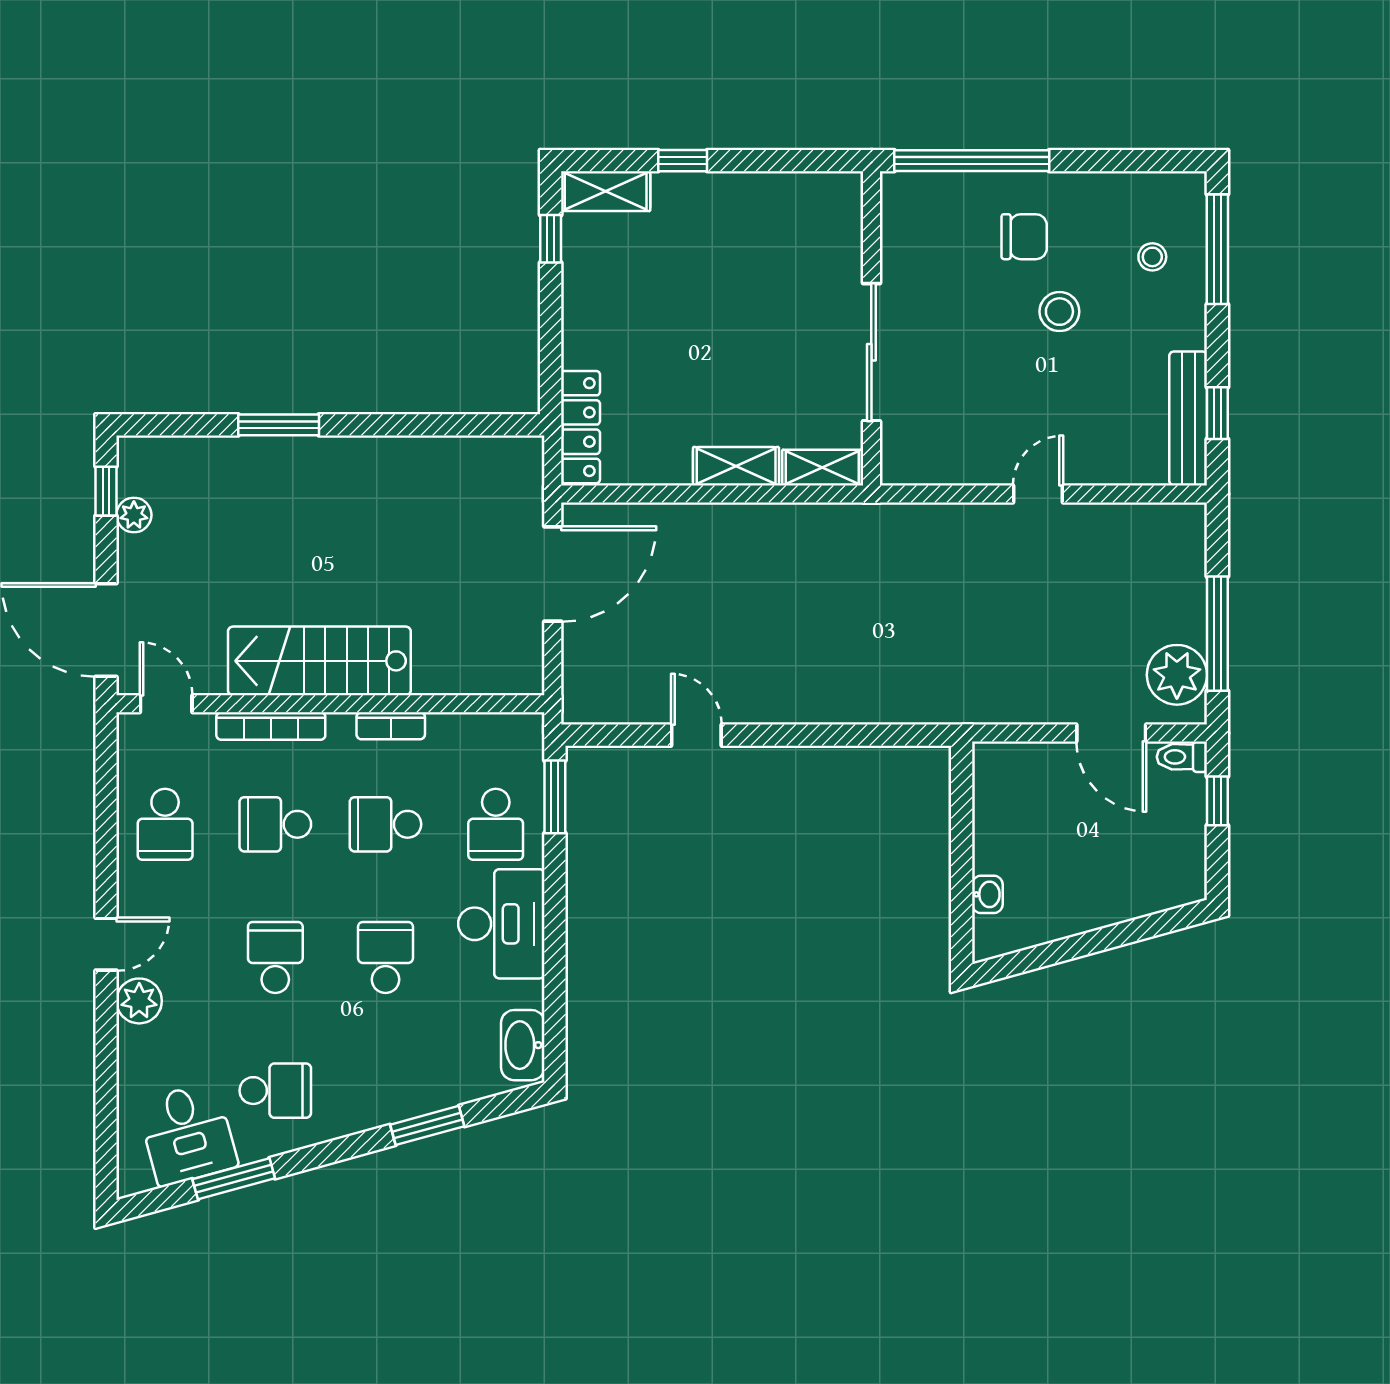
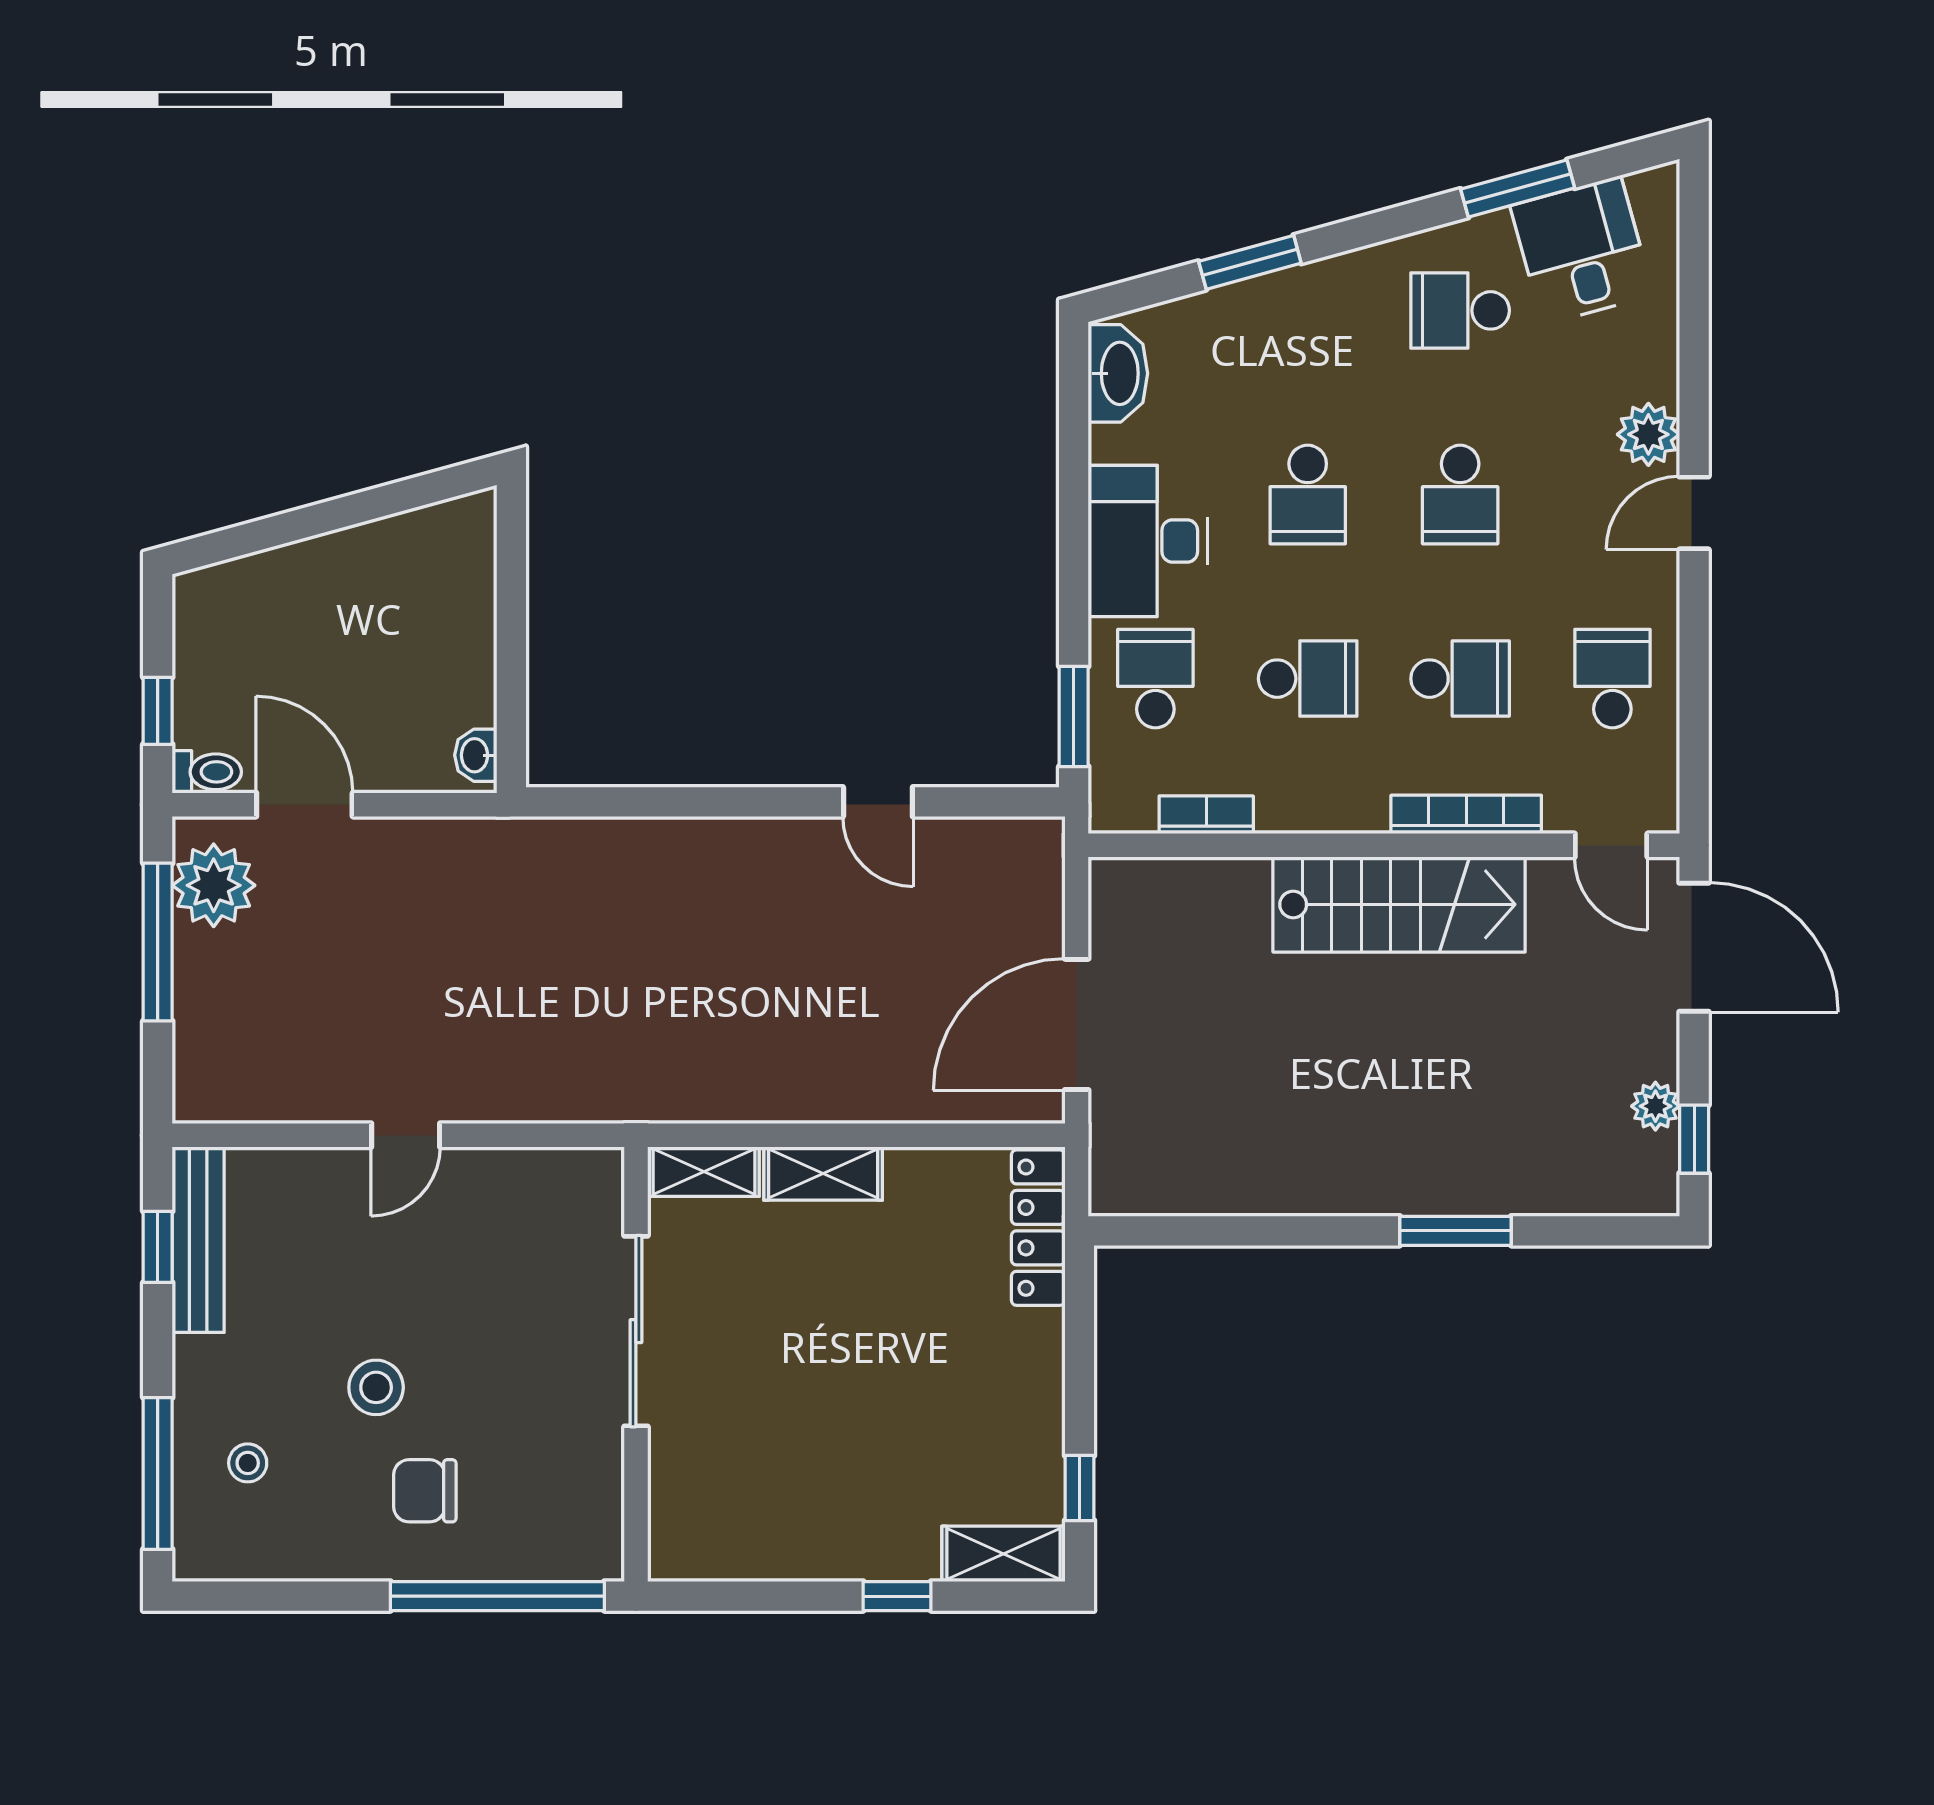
bookcase: (391, 726) -> (1206, 815), moved
washbasin: (987, 894) -> (476, 755), moved

